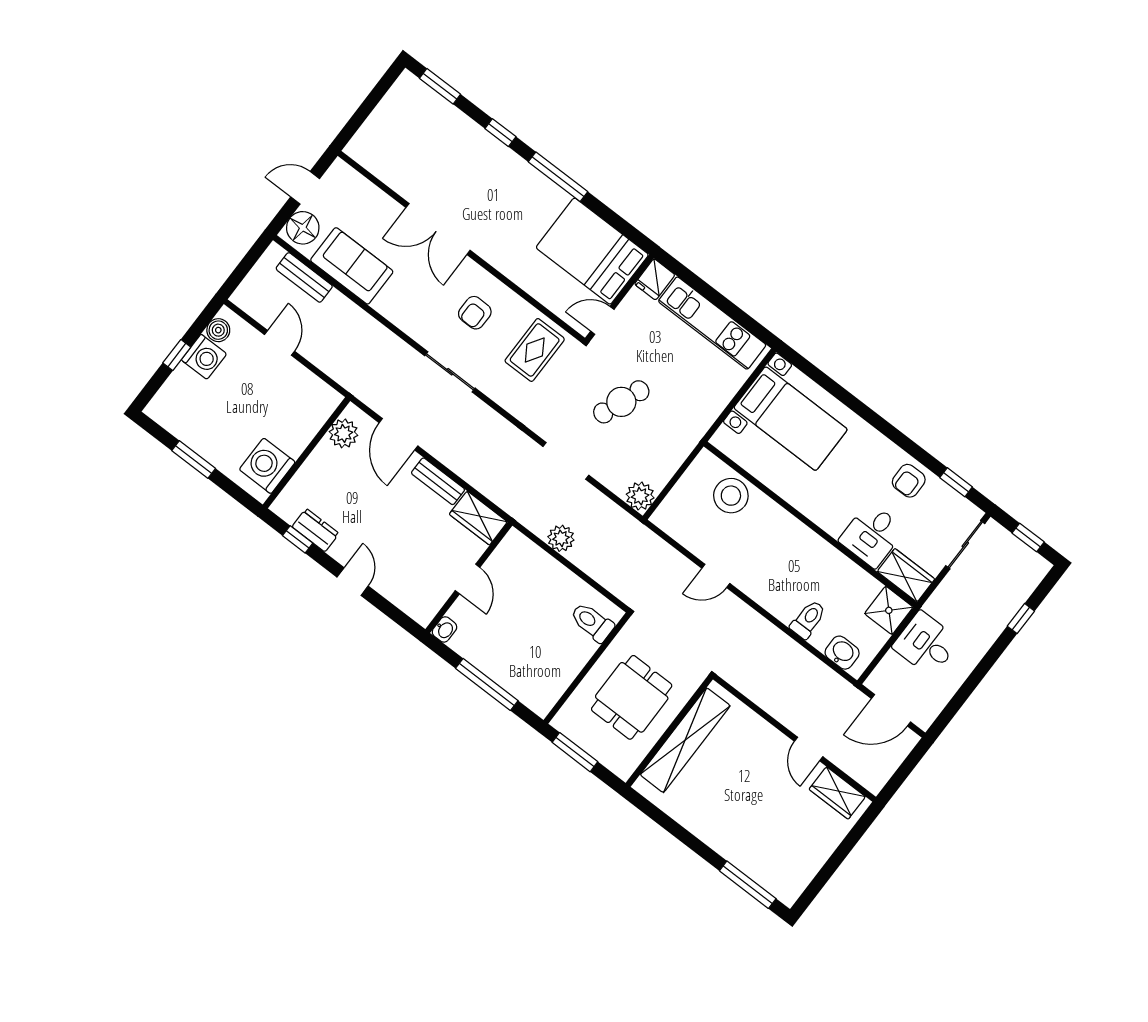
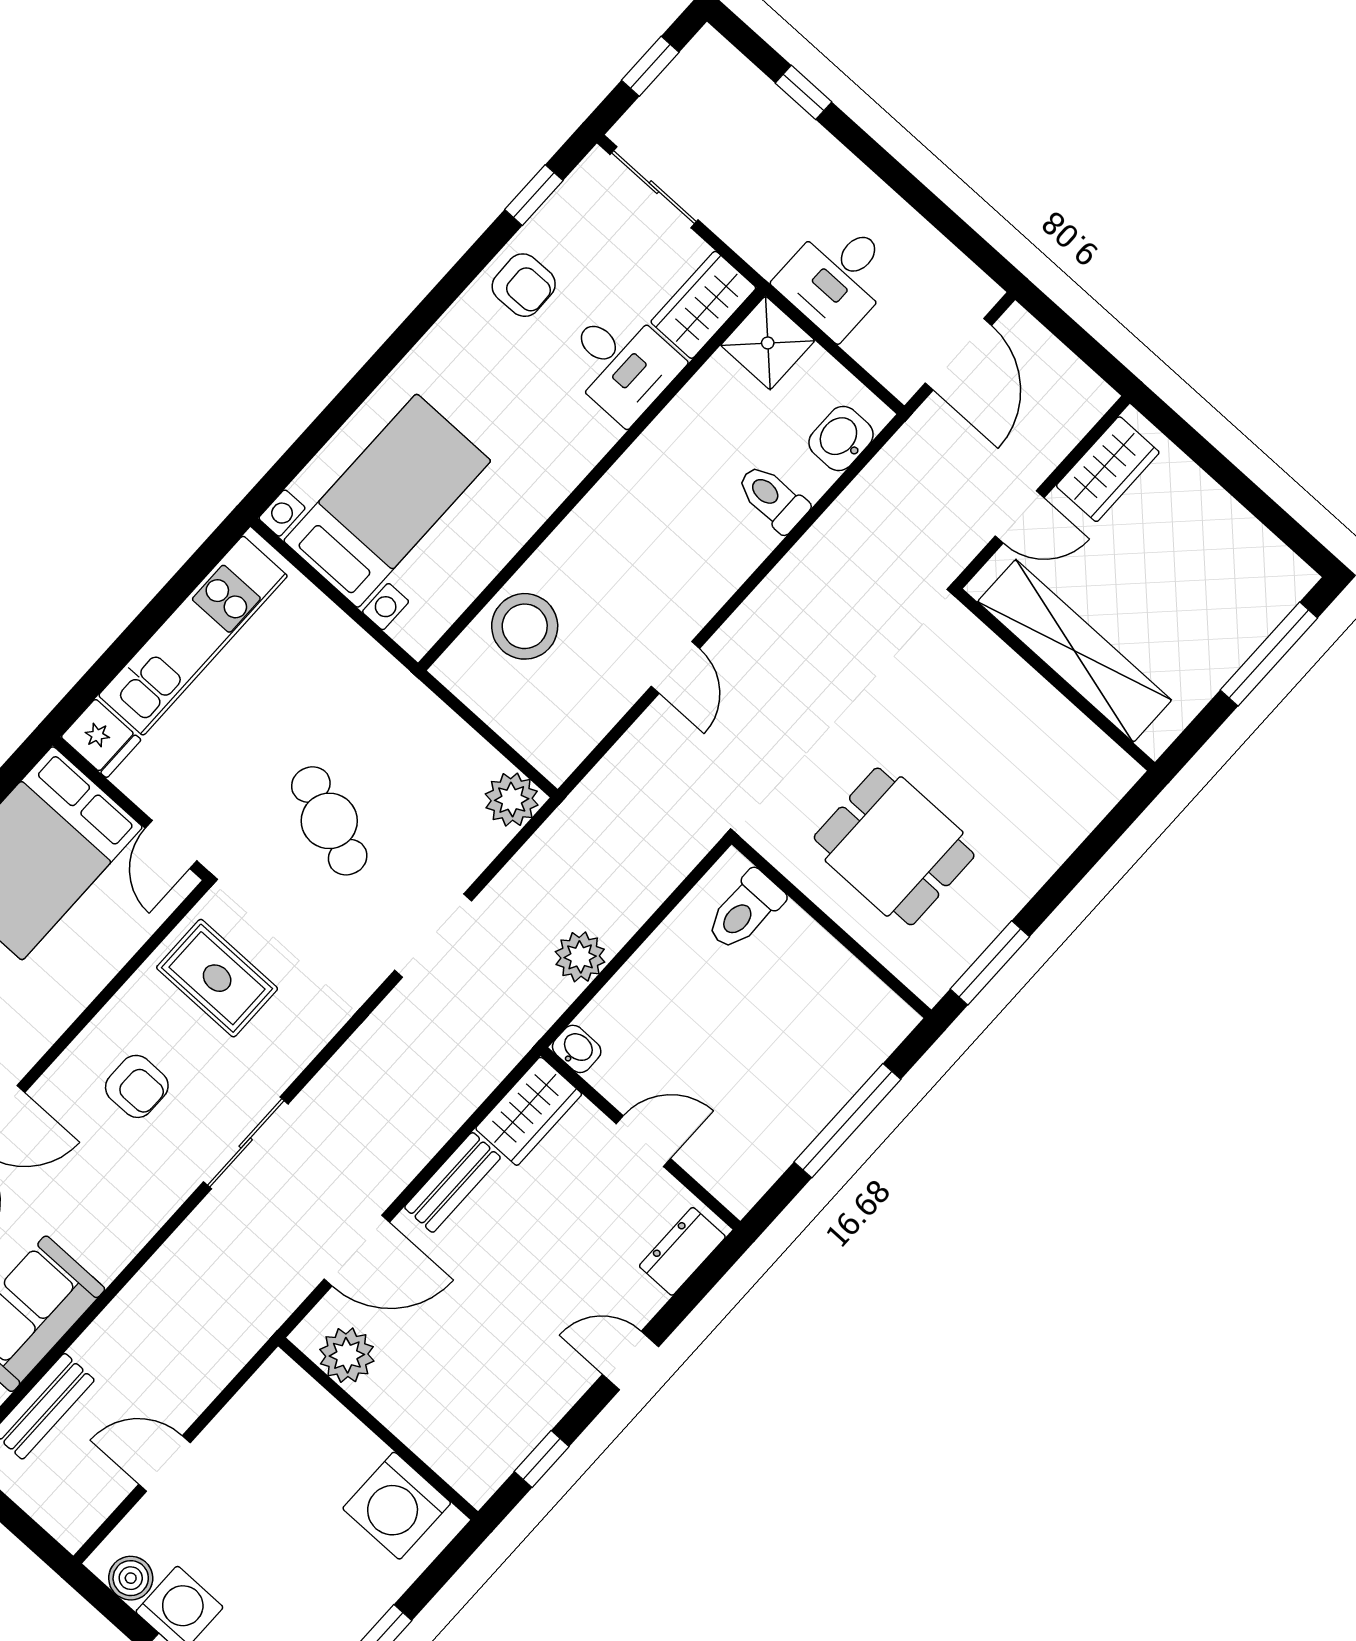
dresser: (316, 530) -> (682, 1251), moved
washbasin: (444, 629) -> (577, 1049), moved
wall: (669, 731) -> (1055, 680), moved
shelving: (685, 740) -> (1075, 651), moved

